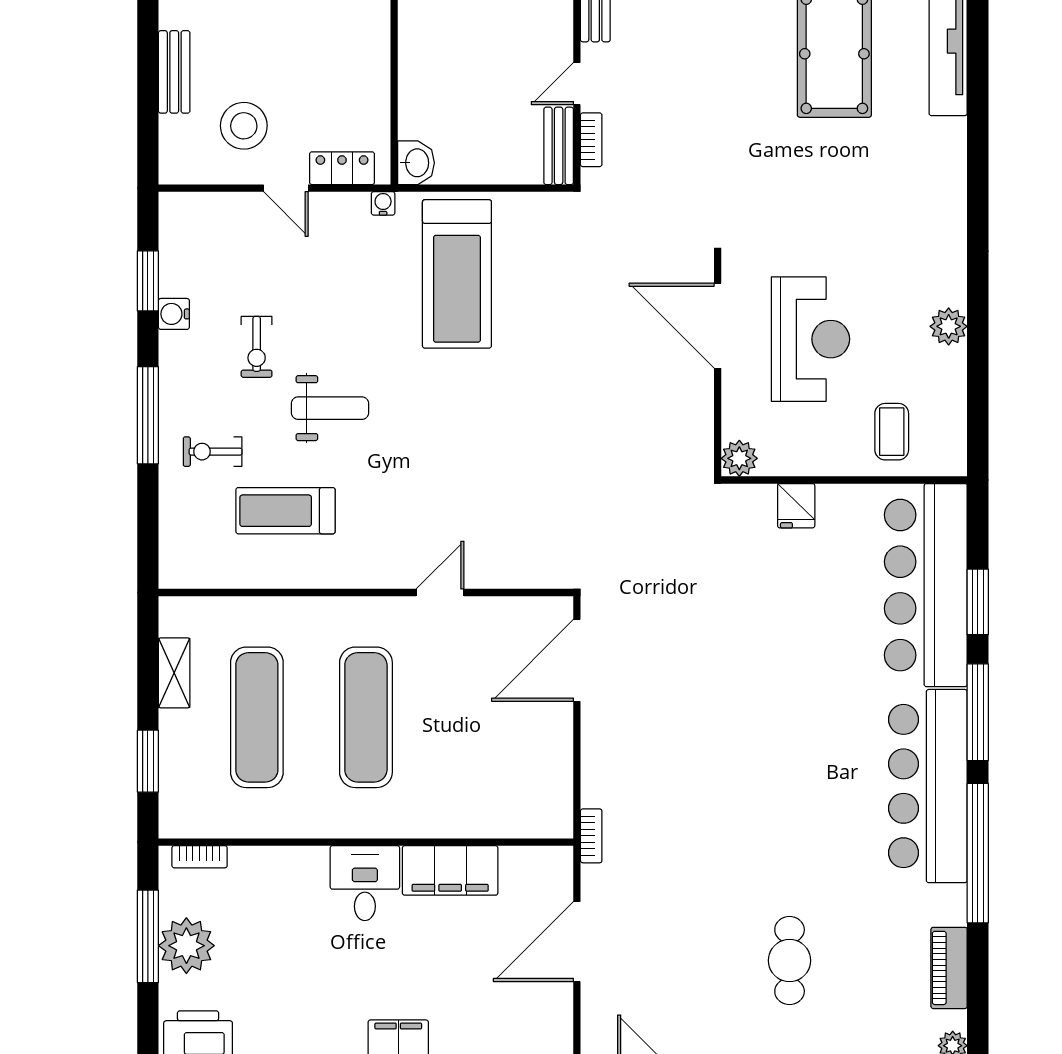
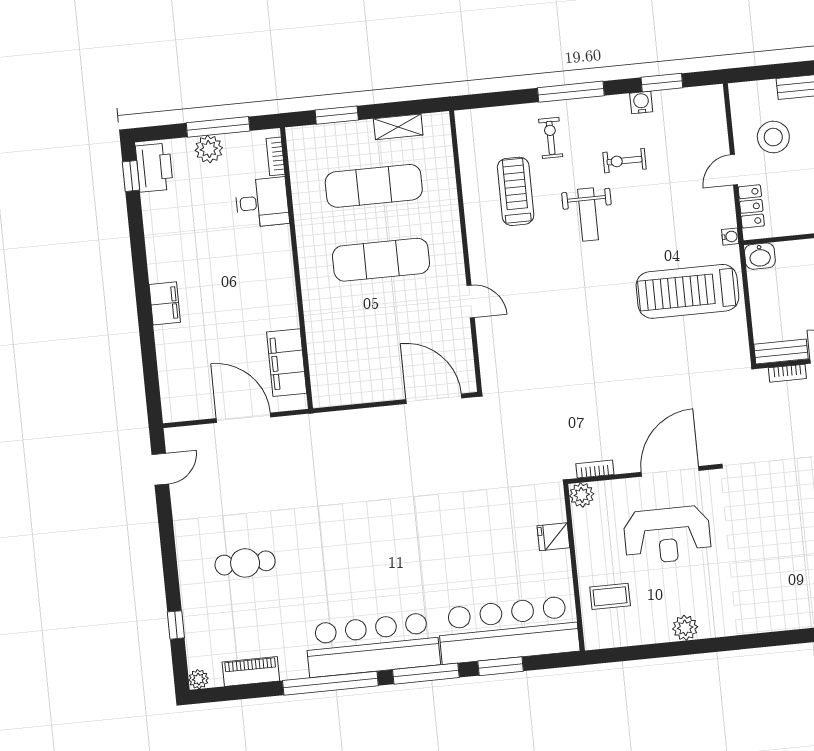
bookcase: (591, 836) -> (595, 469), moved, turned 180
filing cabinet: (450, 870) -> (287, 363), moved
desk: (365, 883) -> (262, 202), moved
plant: (186, 946) -> (209, 149), width x0.73, depth x0.73

